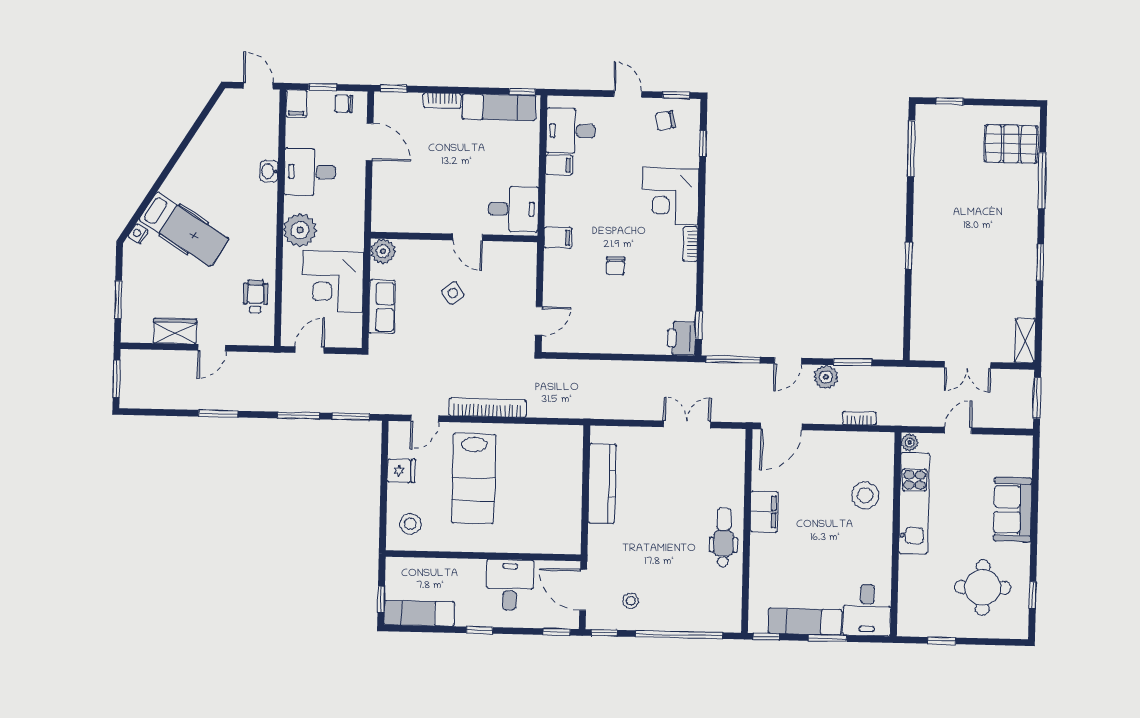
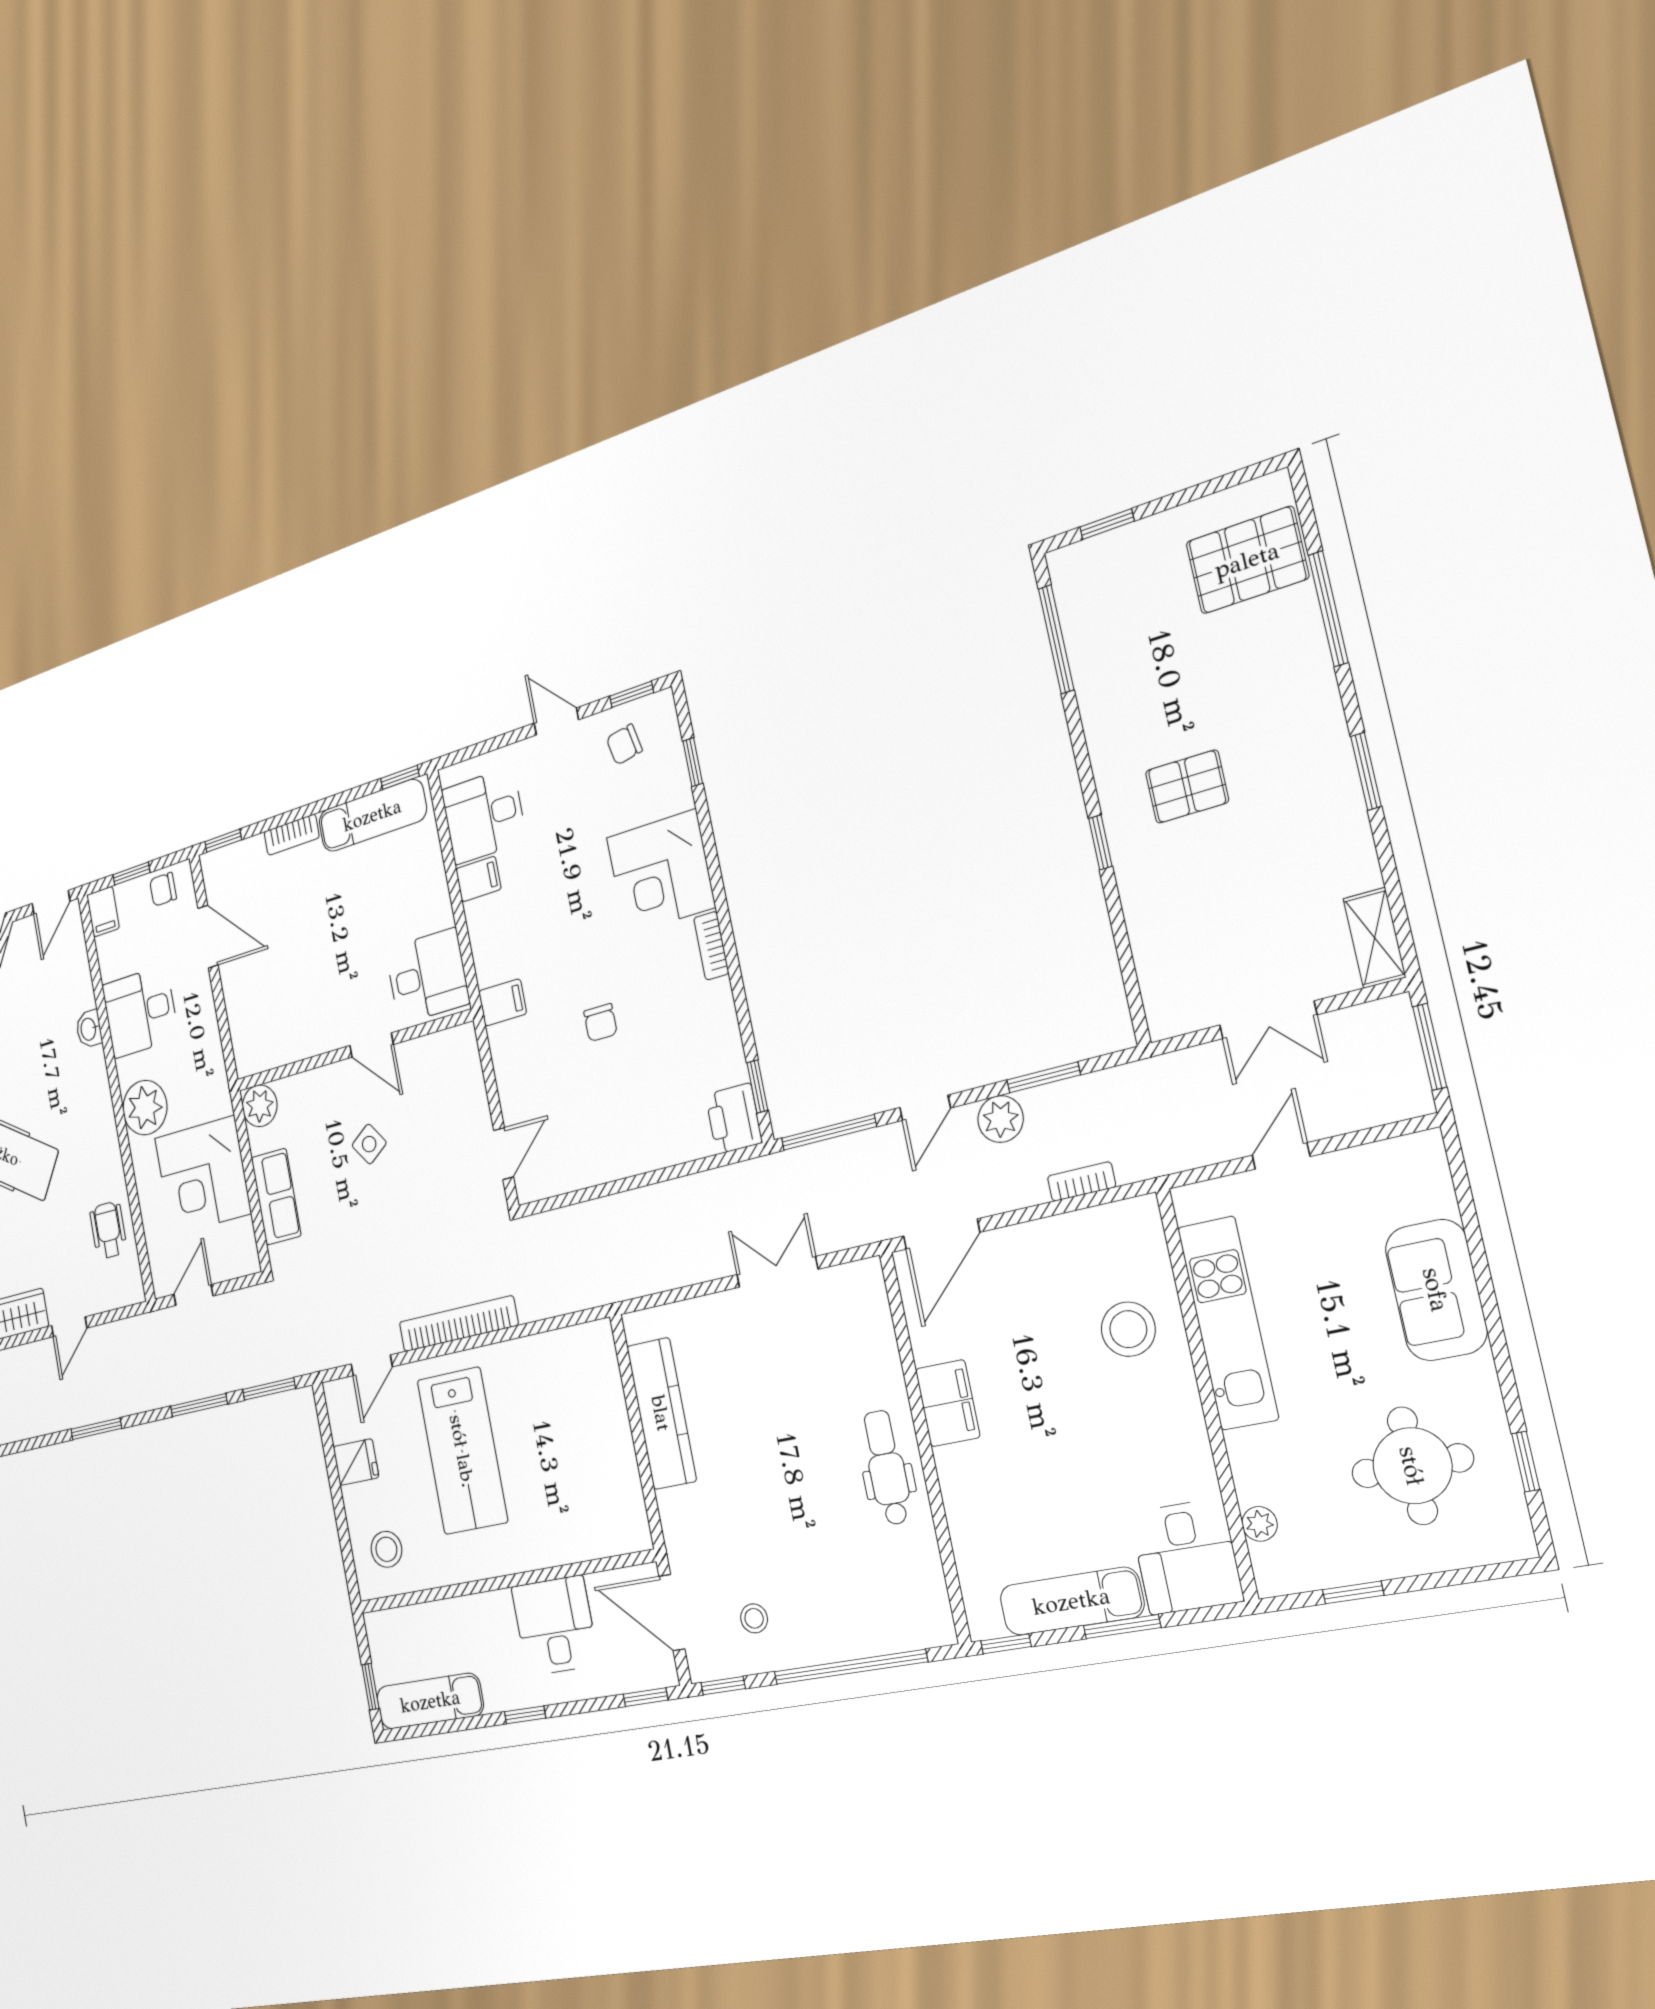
door: (258, 86) -> (51, 902), swing flipped
pallet: (957, 242) -> (1187, 787), added
plant: (910, 442) -> (1260, 1524), moved

